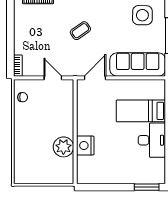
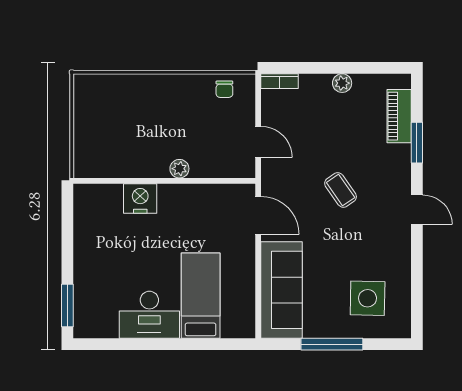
plant: (19, 30) -> (342, 83), added
door: (53, 78) -> (258, 142), hinge flipped
plant: (63, 147) -> (179, 169), moved, width x0.53, depth x0.53

